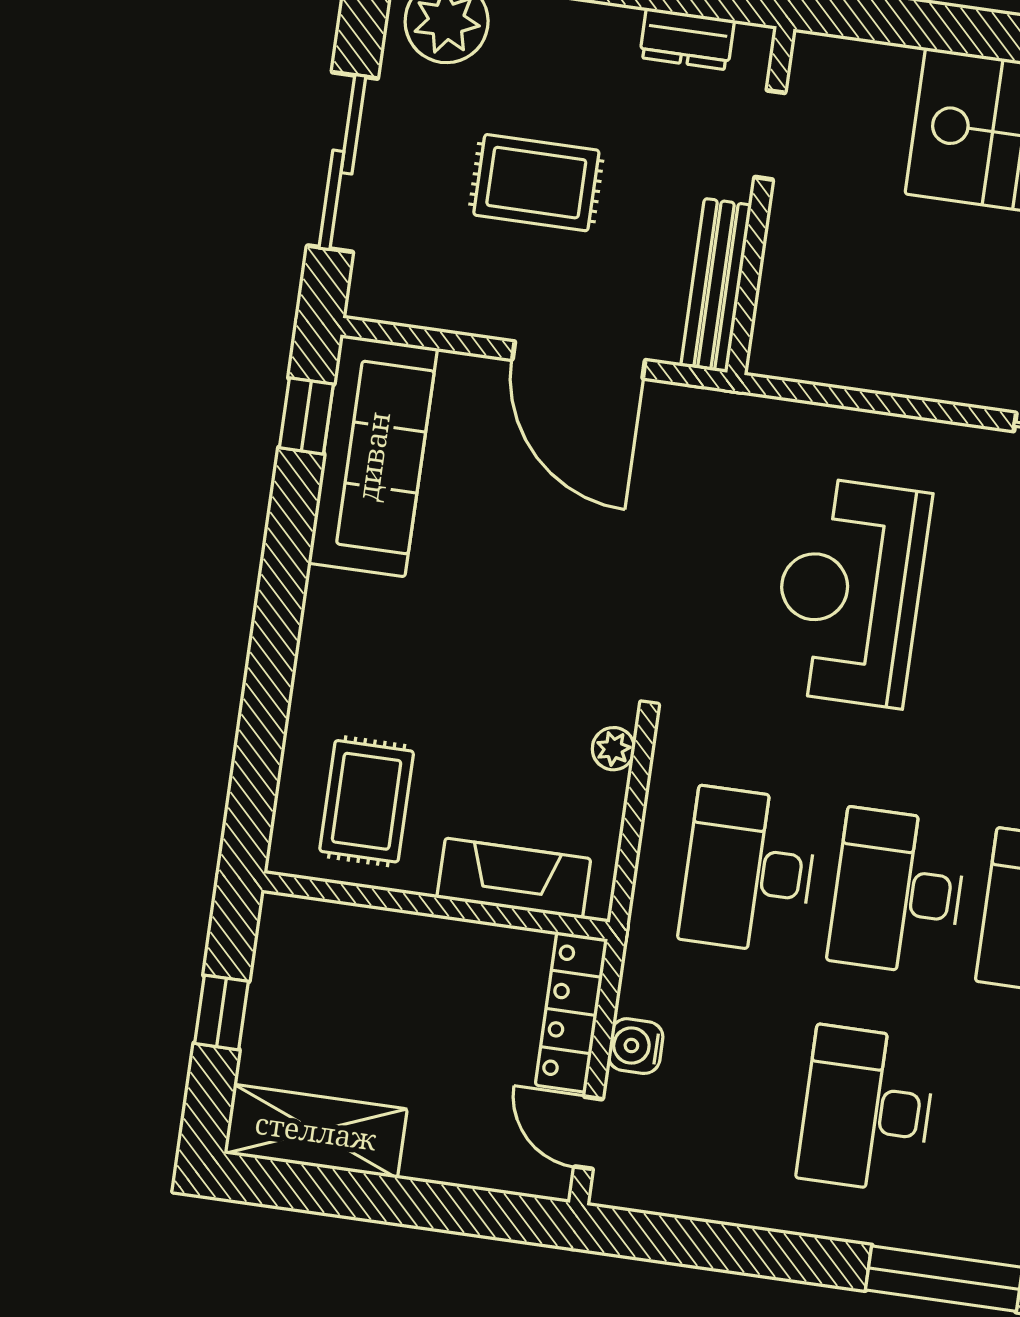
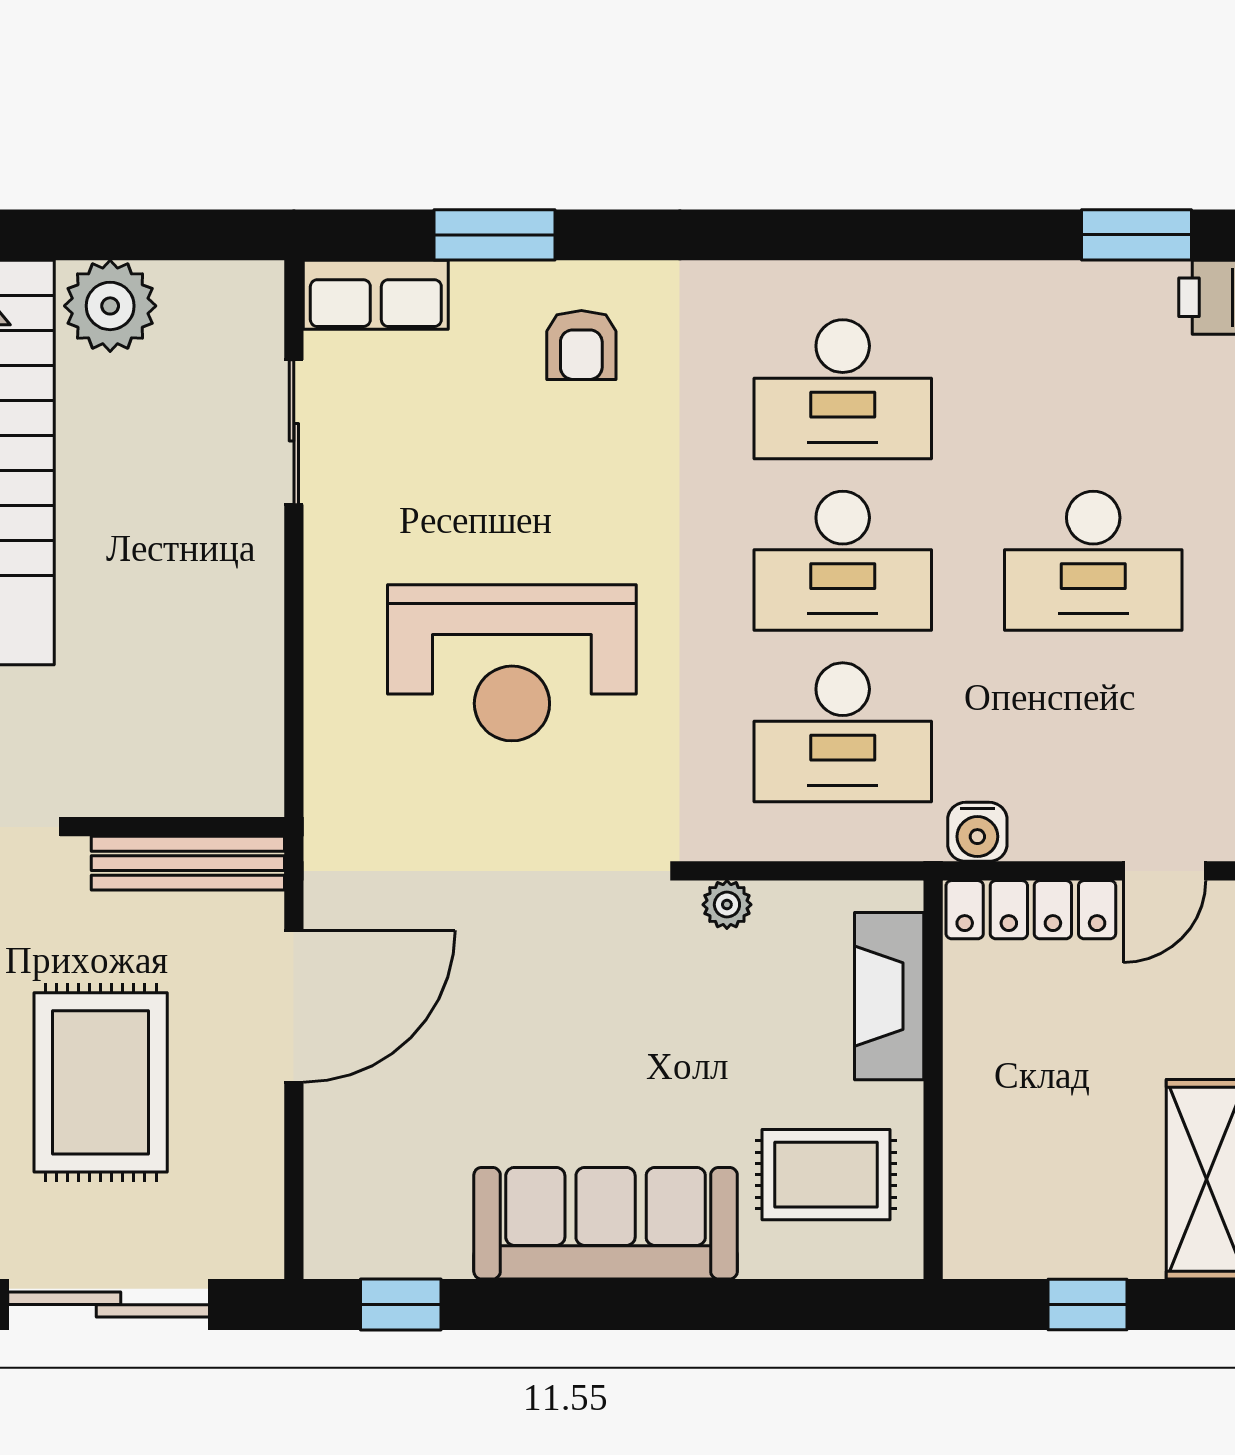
rug: (536, 183) -> (101, 1082), width x1.36, depth x1.43
sofa: (373, 456) -> (606, 1223), moved
water cooler: (636, 1046) -> (977, 832), moved

